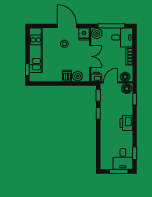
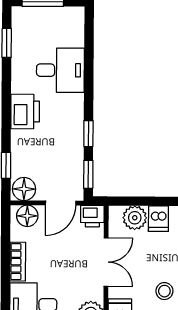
double door: (90, 56) -> (106, 262), swing flipped
desk: (123, 159) -> (60, 70), moved, turned 90

